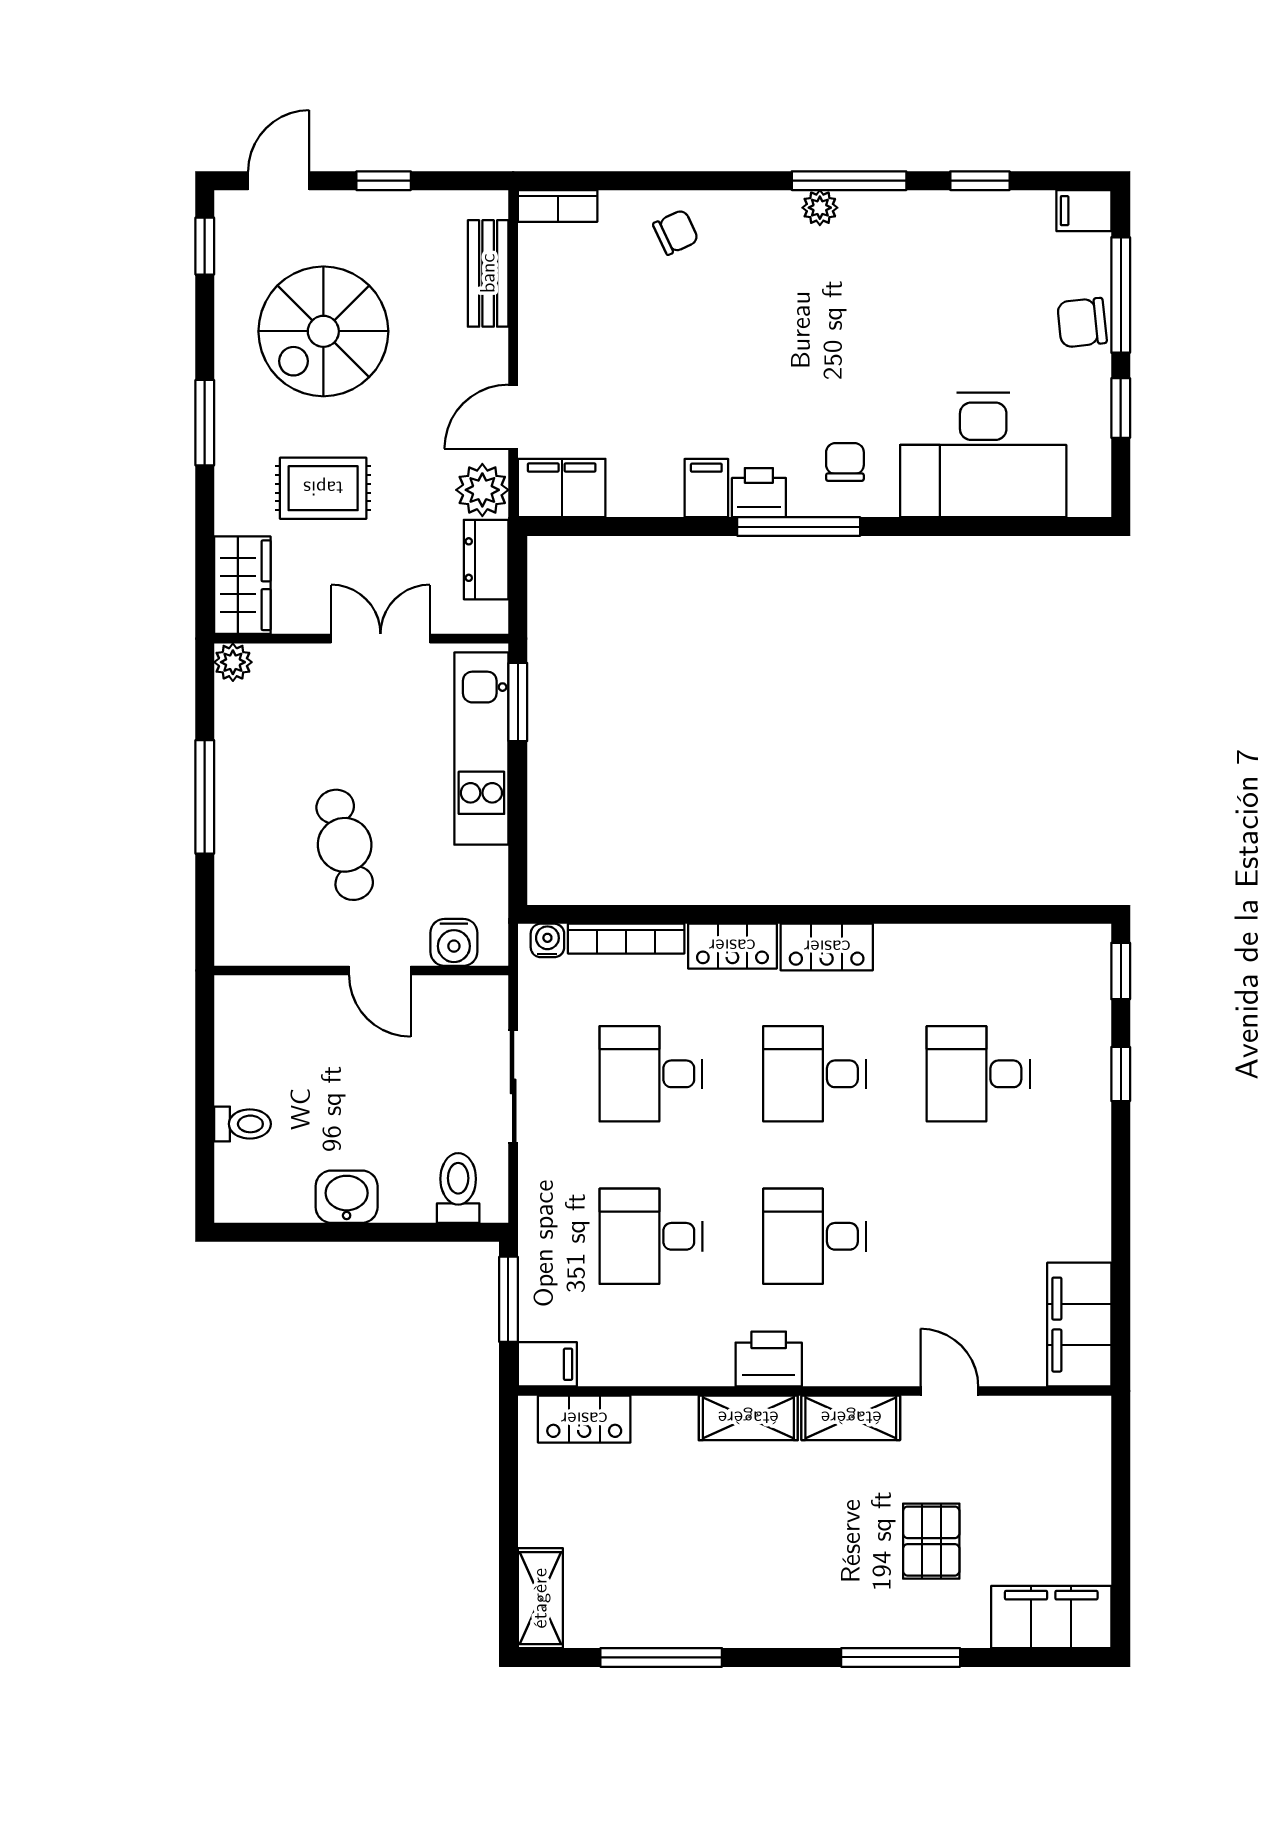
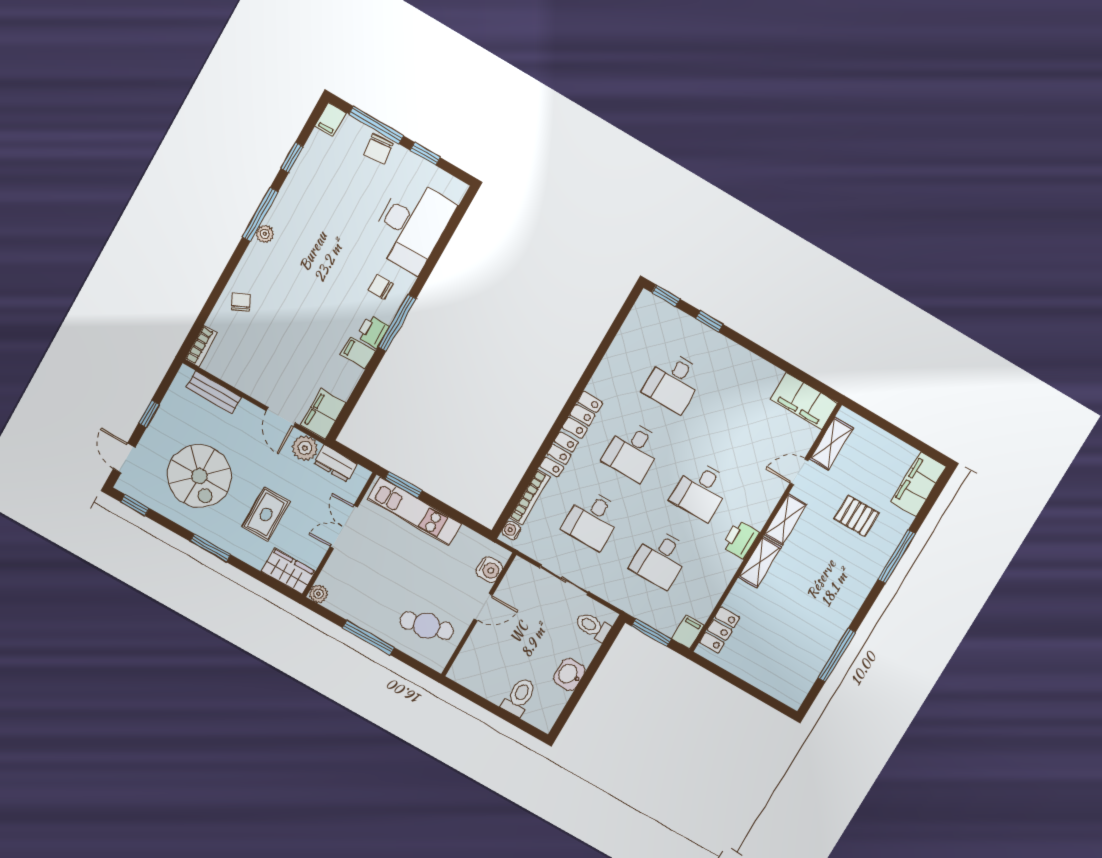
cafe table: (345, 845) -> (427, 626), moved
toilet: (242, 1124) -> (519, 697), width x1.37, depth x1.39
shelving: (540, 1598) -> (831, 443), moved, turned 90

